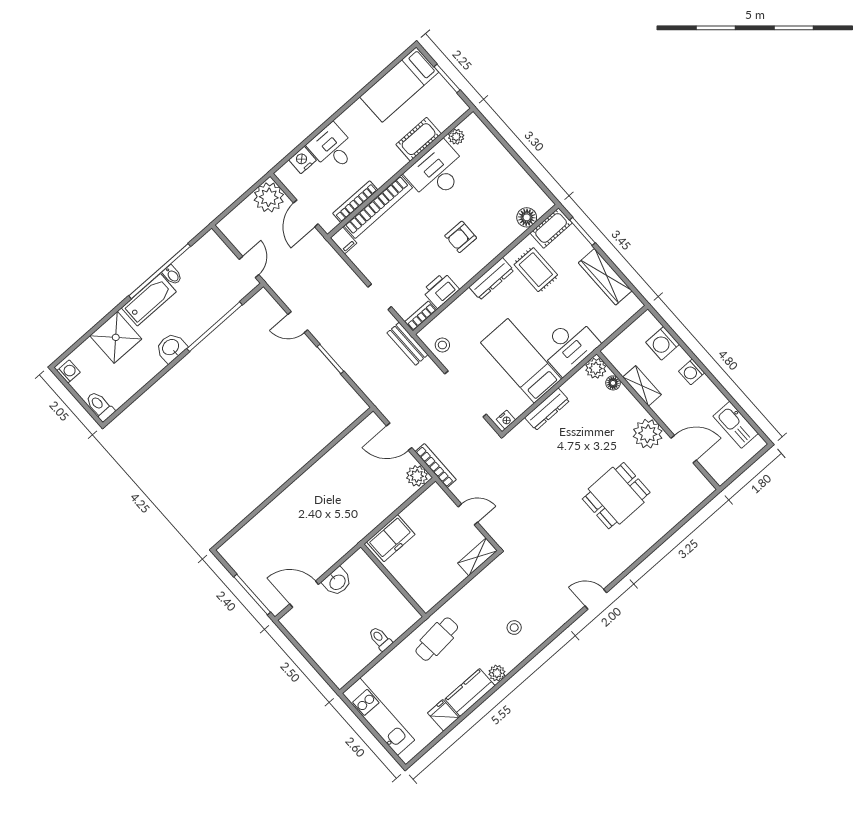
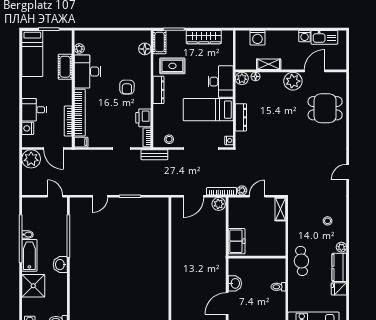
washing machine: (692, 372) -> (305, 36), moved
plant: (459, 490) -> (242, 190), added
dining table: (616, 496) -> (325, 108), moved, turned 90

